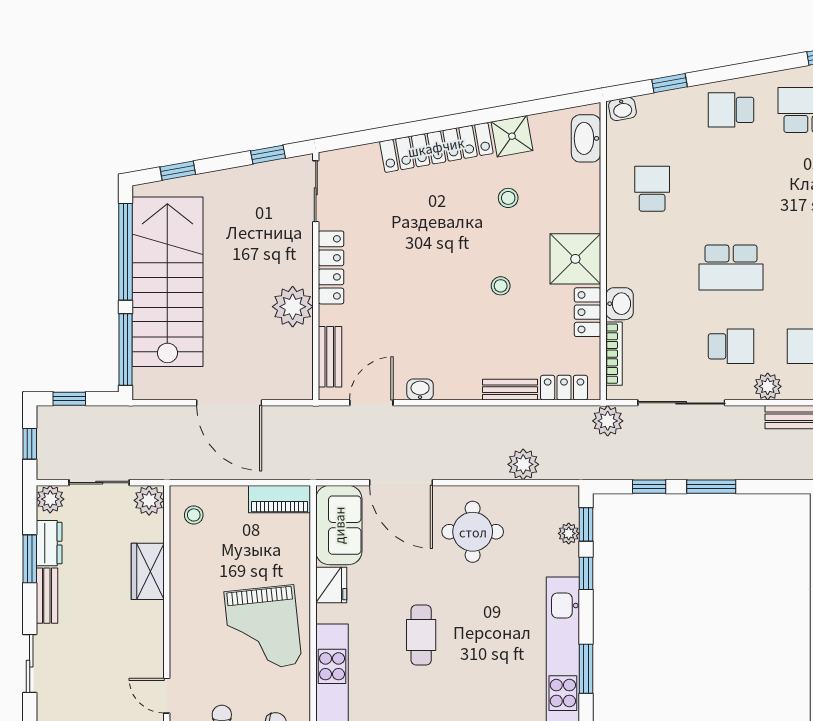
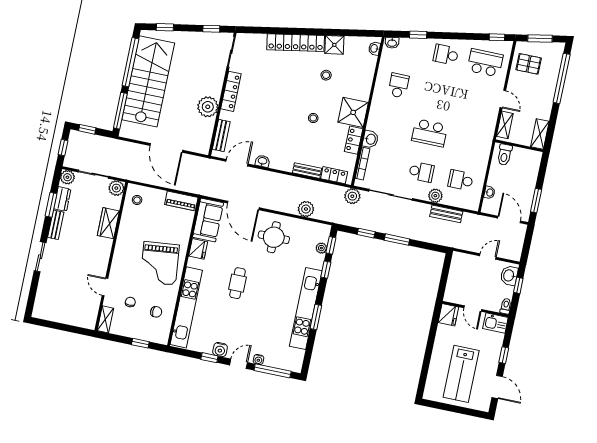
washbasin: (586, 138) -> (374, 48), width x0.52, depth x0.69

